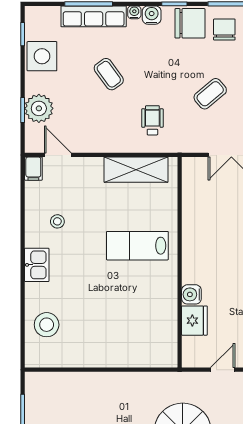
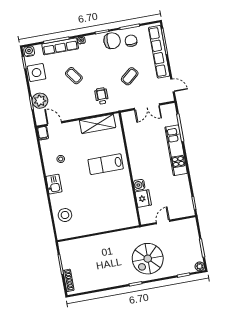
water cooler: (152, 15) -> (29, 51), moved

